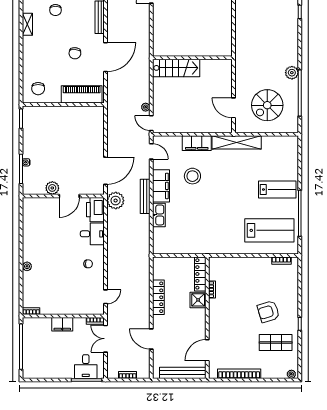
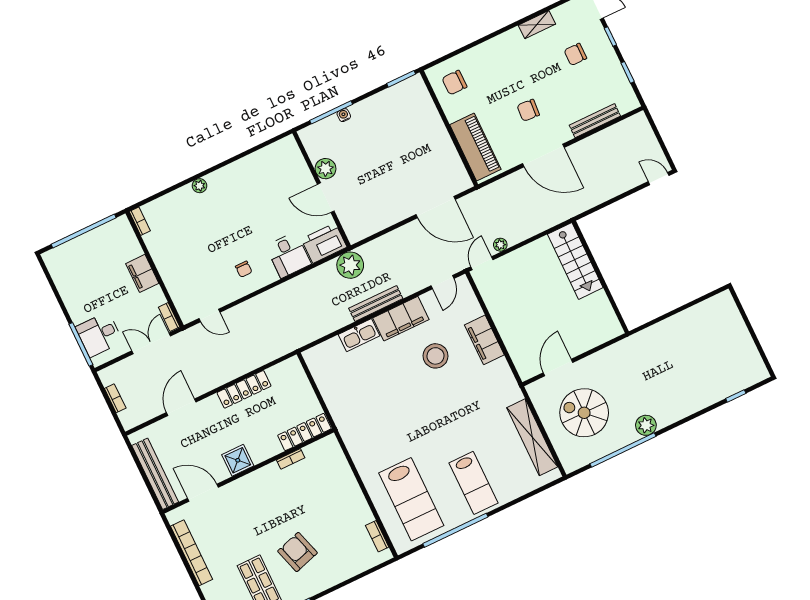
shelving: (237, 142) -> (532, 437), moved
door: (106, 171) -> (436, 207), moved
shower: (198, 300) -> (238, 460), moved

